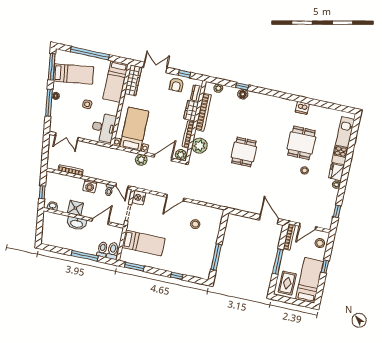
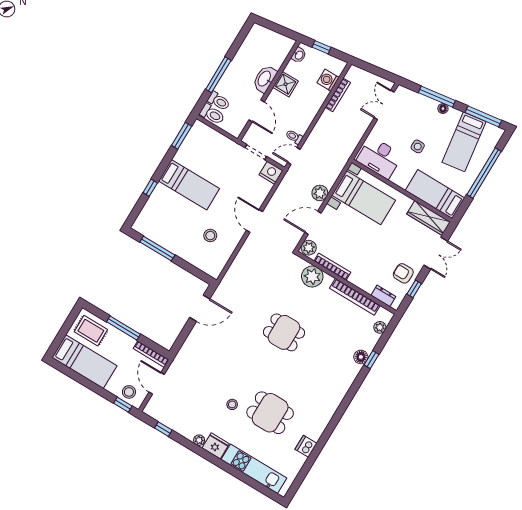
dishwasher: (302, 108) -> (306, 446), moved
wardrobe: (191, 111) -> (362, 281), removed
door: (163, 158) -> (313, 223), swing flipped
washing machine: (90, 186) -> (328, 80), moved
door: (269, 219) -> (200, 308), moved
bed: (143, 243) -> (189, 185), moved, turned -90
window: (325, 267) -> (123, 405), moved

